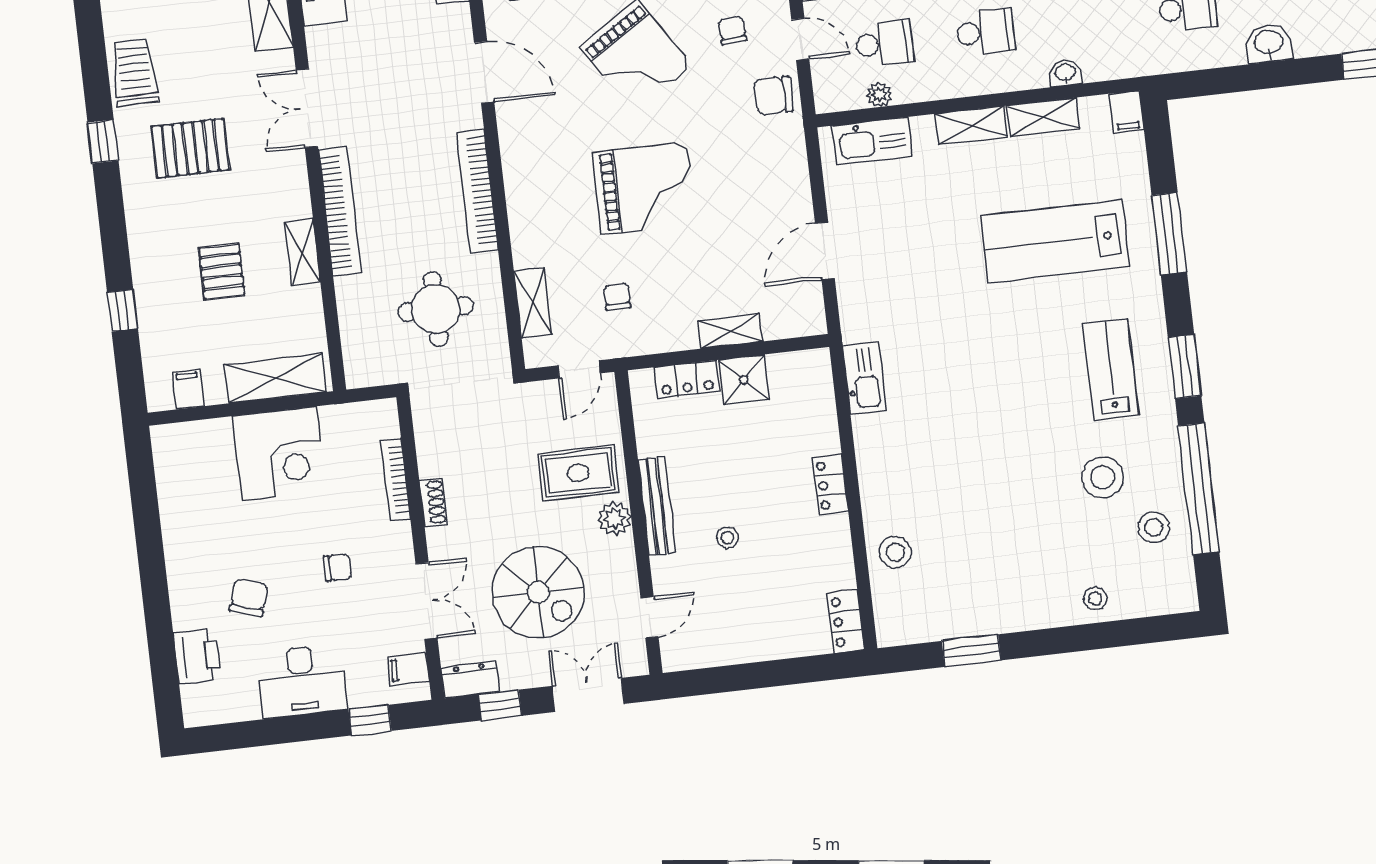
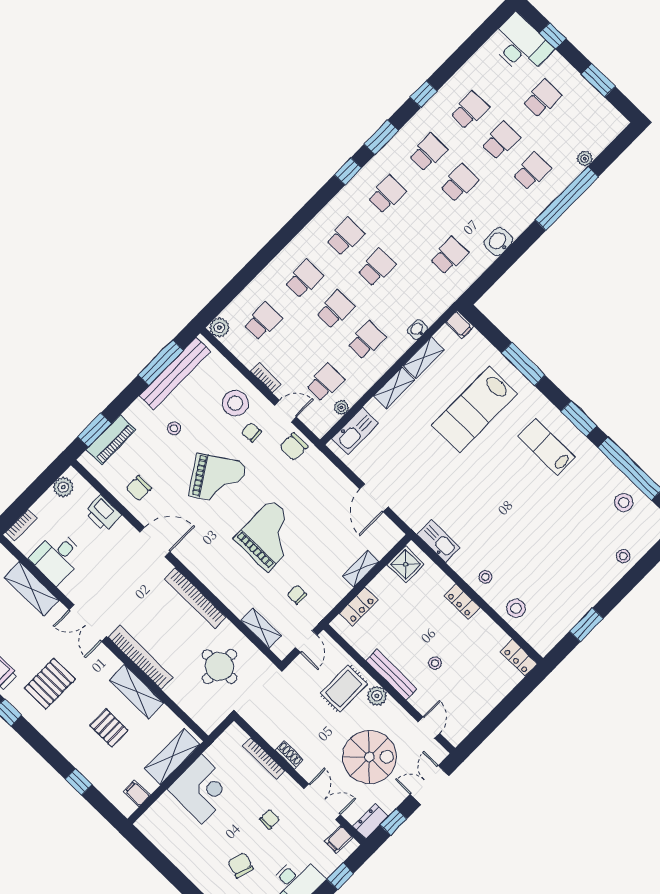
shelving: (303, 252) -> (137, 692), width x1.50, depth x1.33
shower: (744, 380) -> (406, 564), moved
stool: (1103, 477) -> (485, 577), moved, width x0.53, depth x0.53

